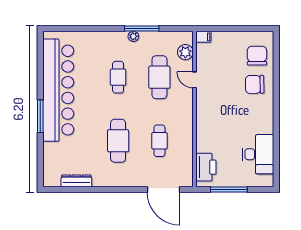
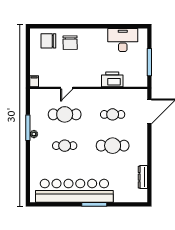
plant: (185, 52) -> (46, 95), removed
printer: (206, 167) -> (112, 79), moved

